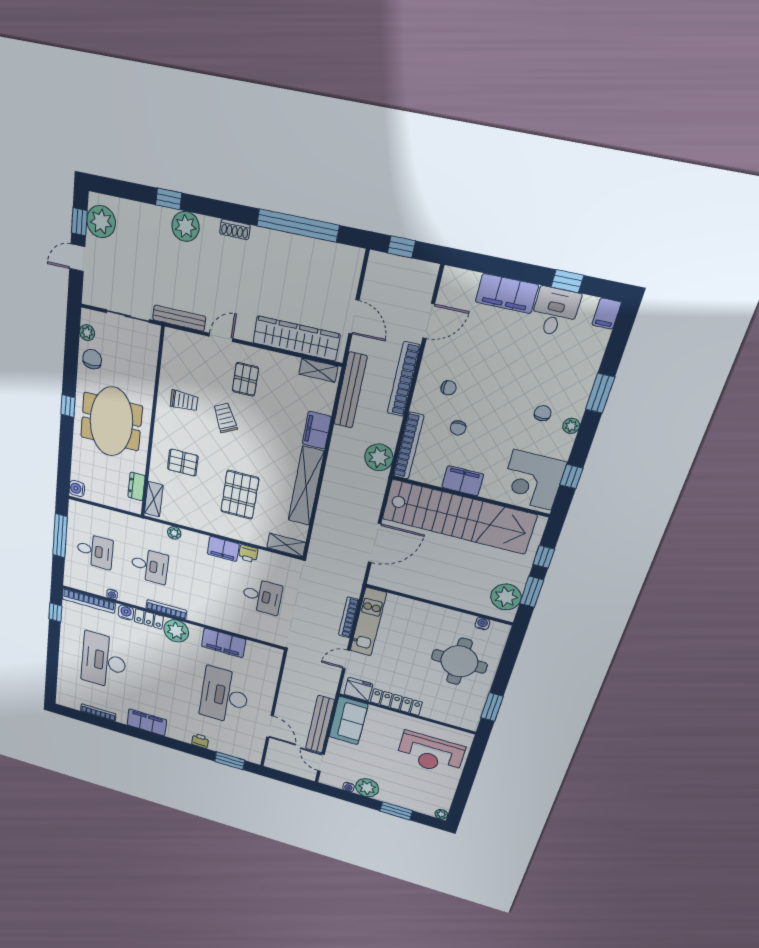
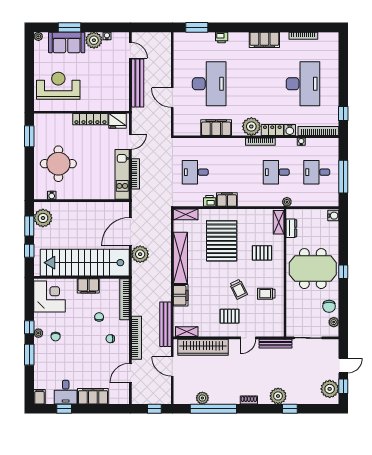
plant: (313, 250) -> (202, 398), added
pallet: (245, 379) -> (230, 316), turned 90
meeting table: (111, 422) -> (313, 269), turned 90
plant: (379, 457) -> (140, 254), moved
window: (571, 477) -> (29, 327), moved
pallet: (240, 495) -> (222, 241), width x1.37, depth x1.41
plant: (174, 533) -> (287, 202), moved
sofa: (348, 721) -> (67, 42), moved, turned -90
door: (270, 726) -> (172, 98), moved

